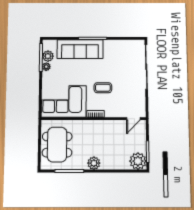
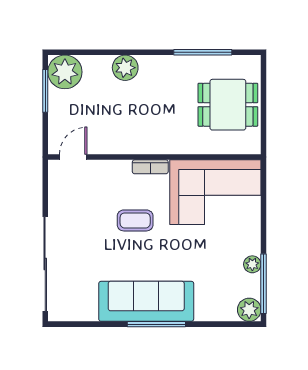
sofa: (80, 49) -> (146, 301), moved
plant: (48, 56) -> (249, 310), moved
dining table: (57, 145) -> (228, 105), width x0.73
plant: (94, 163) -> (125, 68), moved

